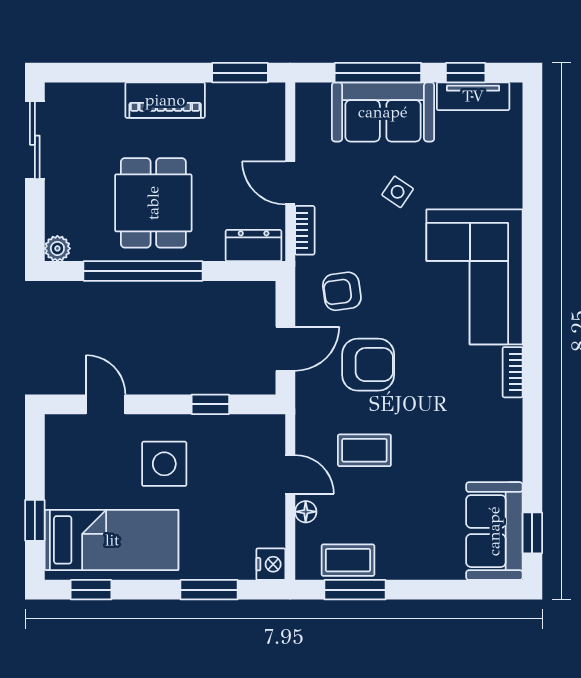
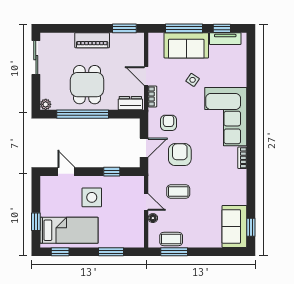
armchair: (342, 291) -> (169, 123), turned 98
armchair: (368, 365) -> (180, 155), turned -90
nightstand: (271, 564) -> (138, 241), removed

